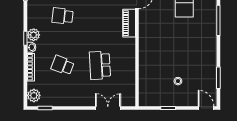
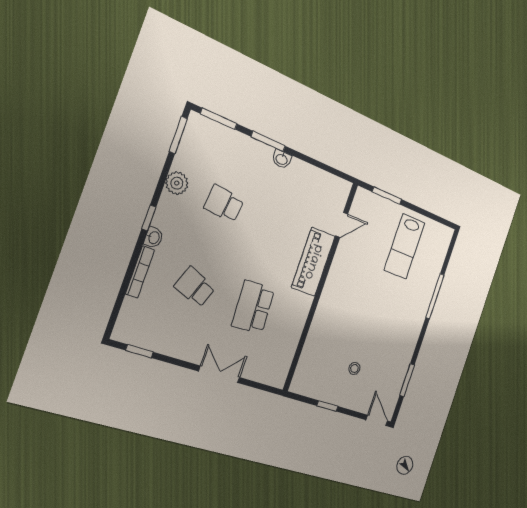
piano: (129, 23) -> (313, 262), width x1.37, depth x1.33
plant: (34, 35) -> (177, 183), moved
plant: (34, 95) -> (128, 323), removed
double door: (108, 108) -> (219, 374), moved

